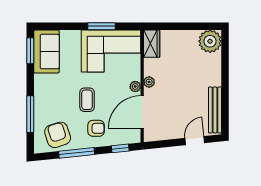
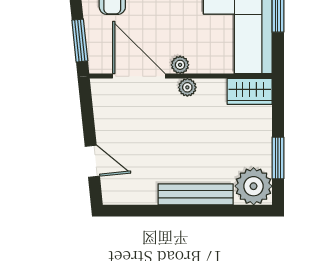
window: (193, 26) -> (278, 158), added
bench: (215, 110) -> (196, 194), moved
window: (120, 148) -> (80, 41), width x1.50

